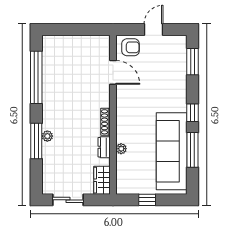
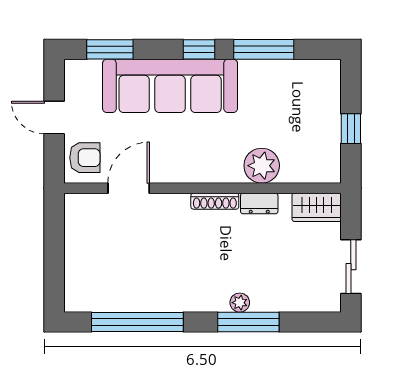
armchair: (131, 47) -> (85, 158), turned 90
plant: (121, 149) -> (262, 166), width x1.88, depth x1.88
sofa: (172, 151) -> (170, 86), moved

